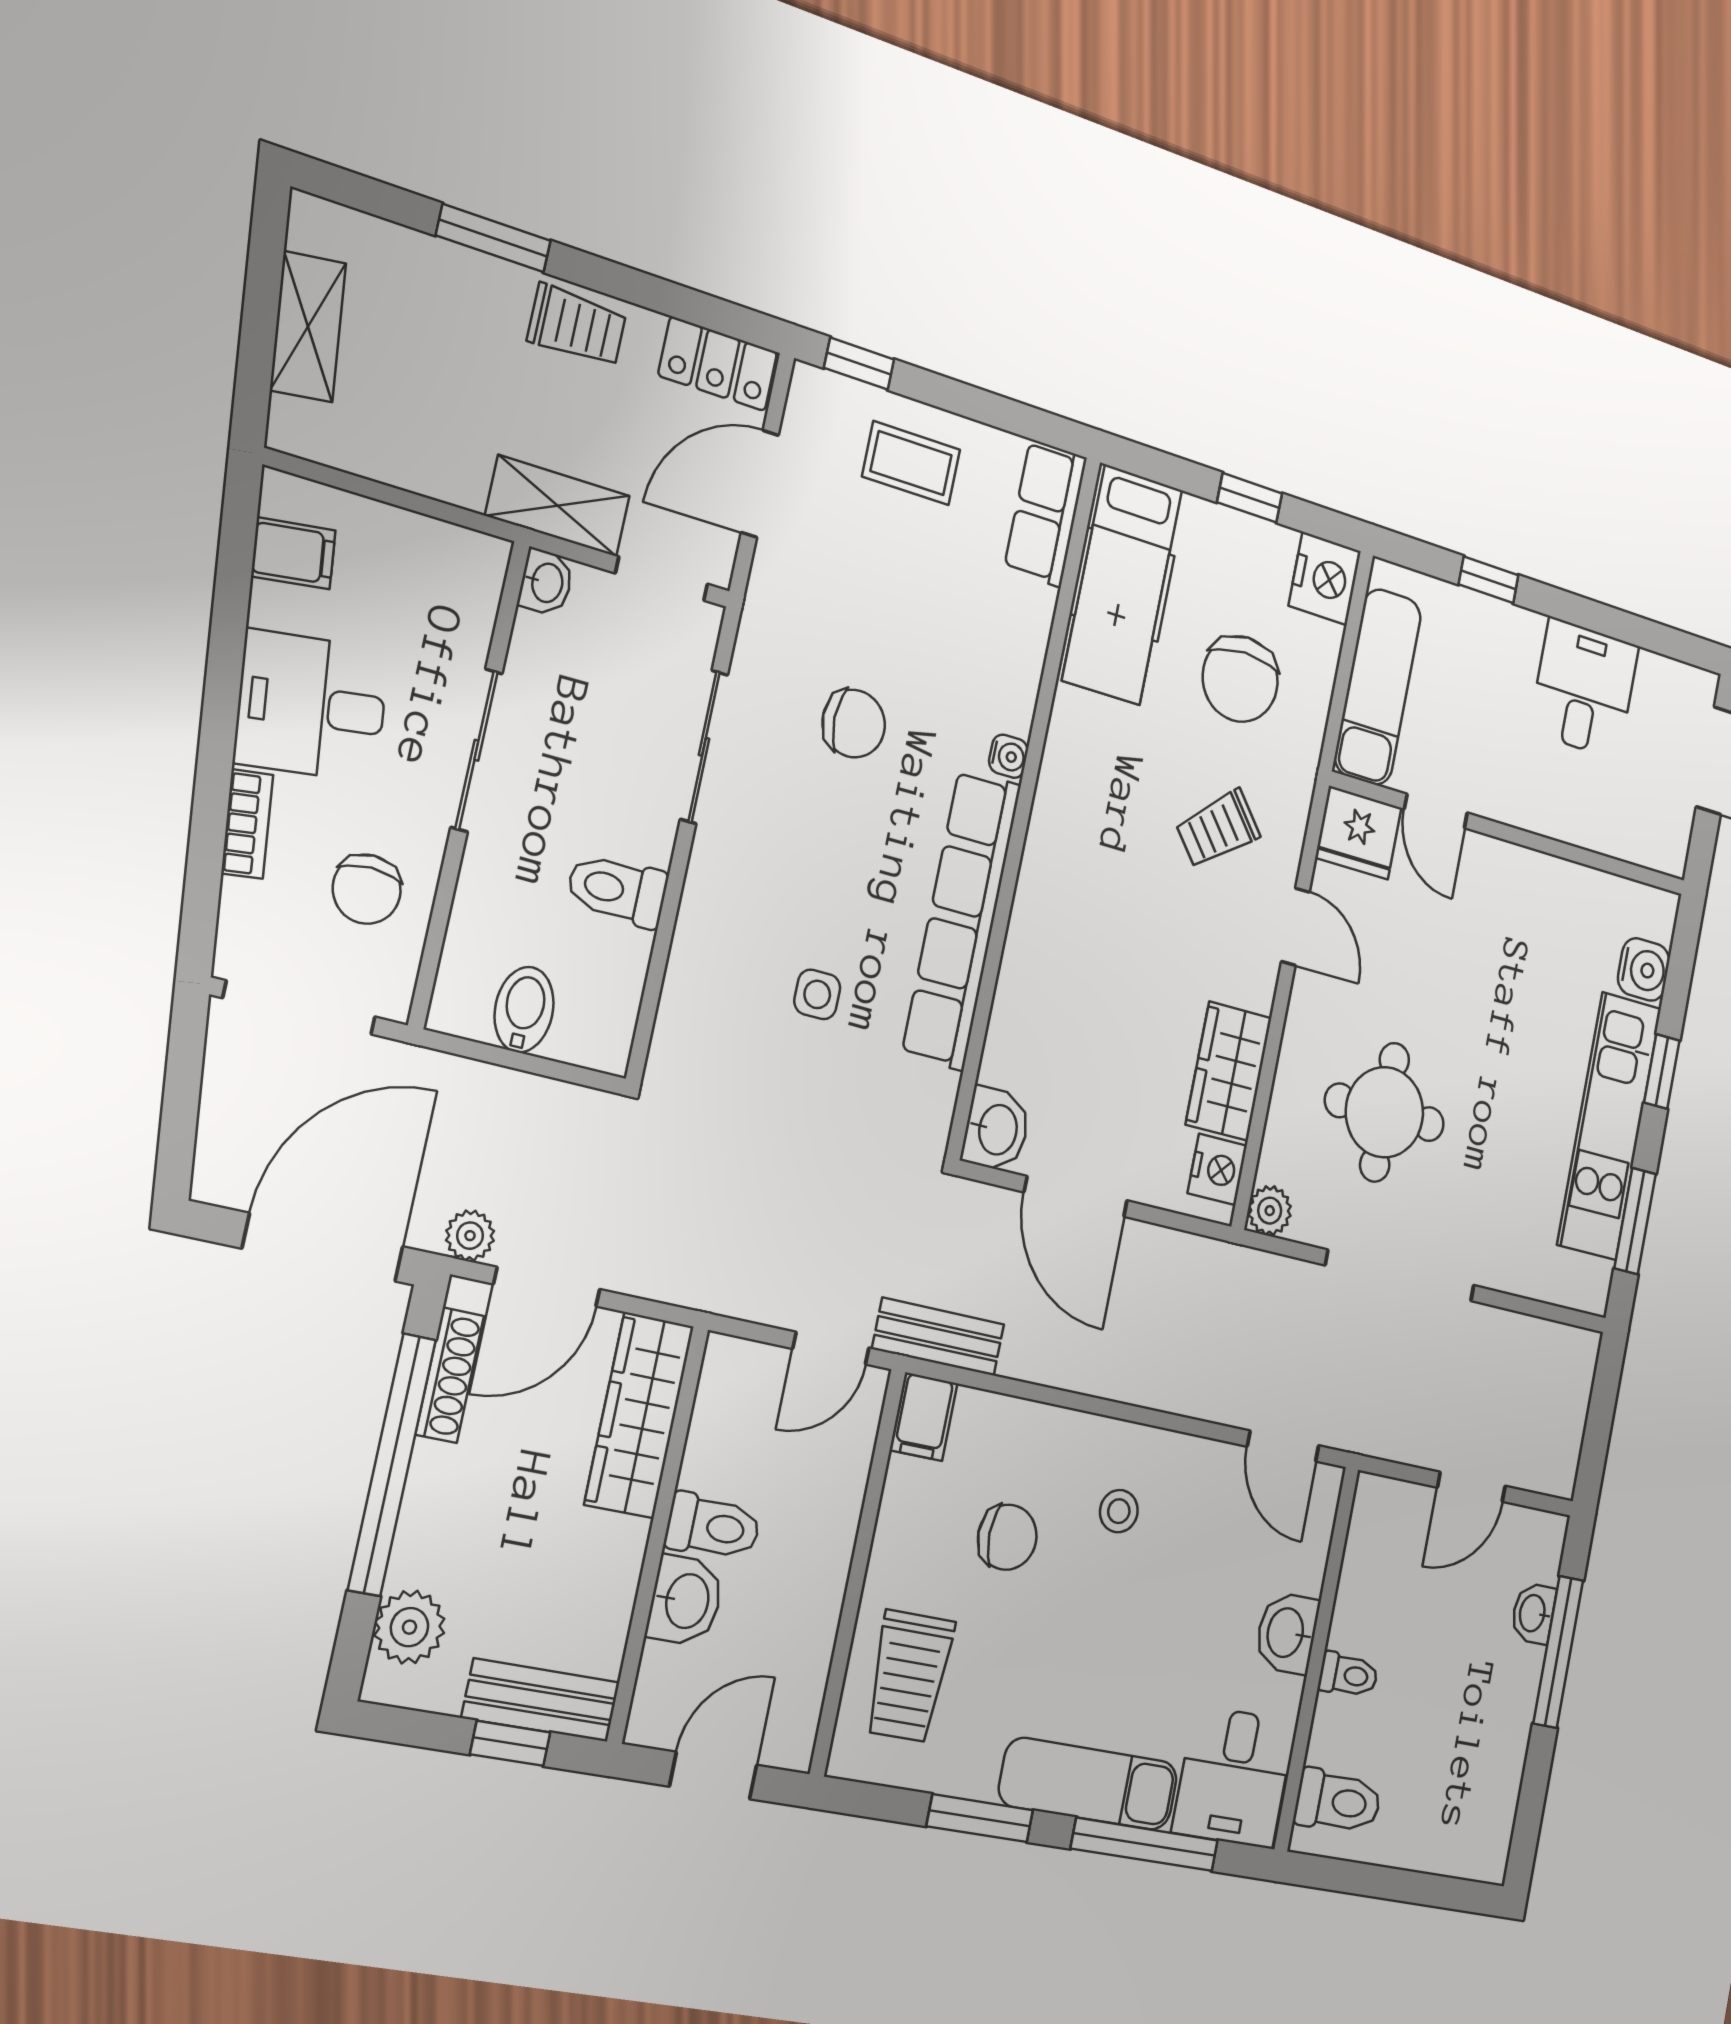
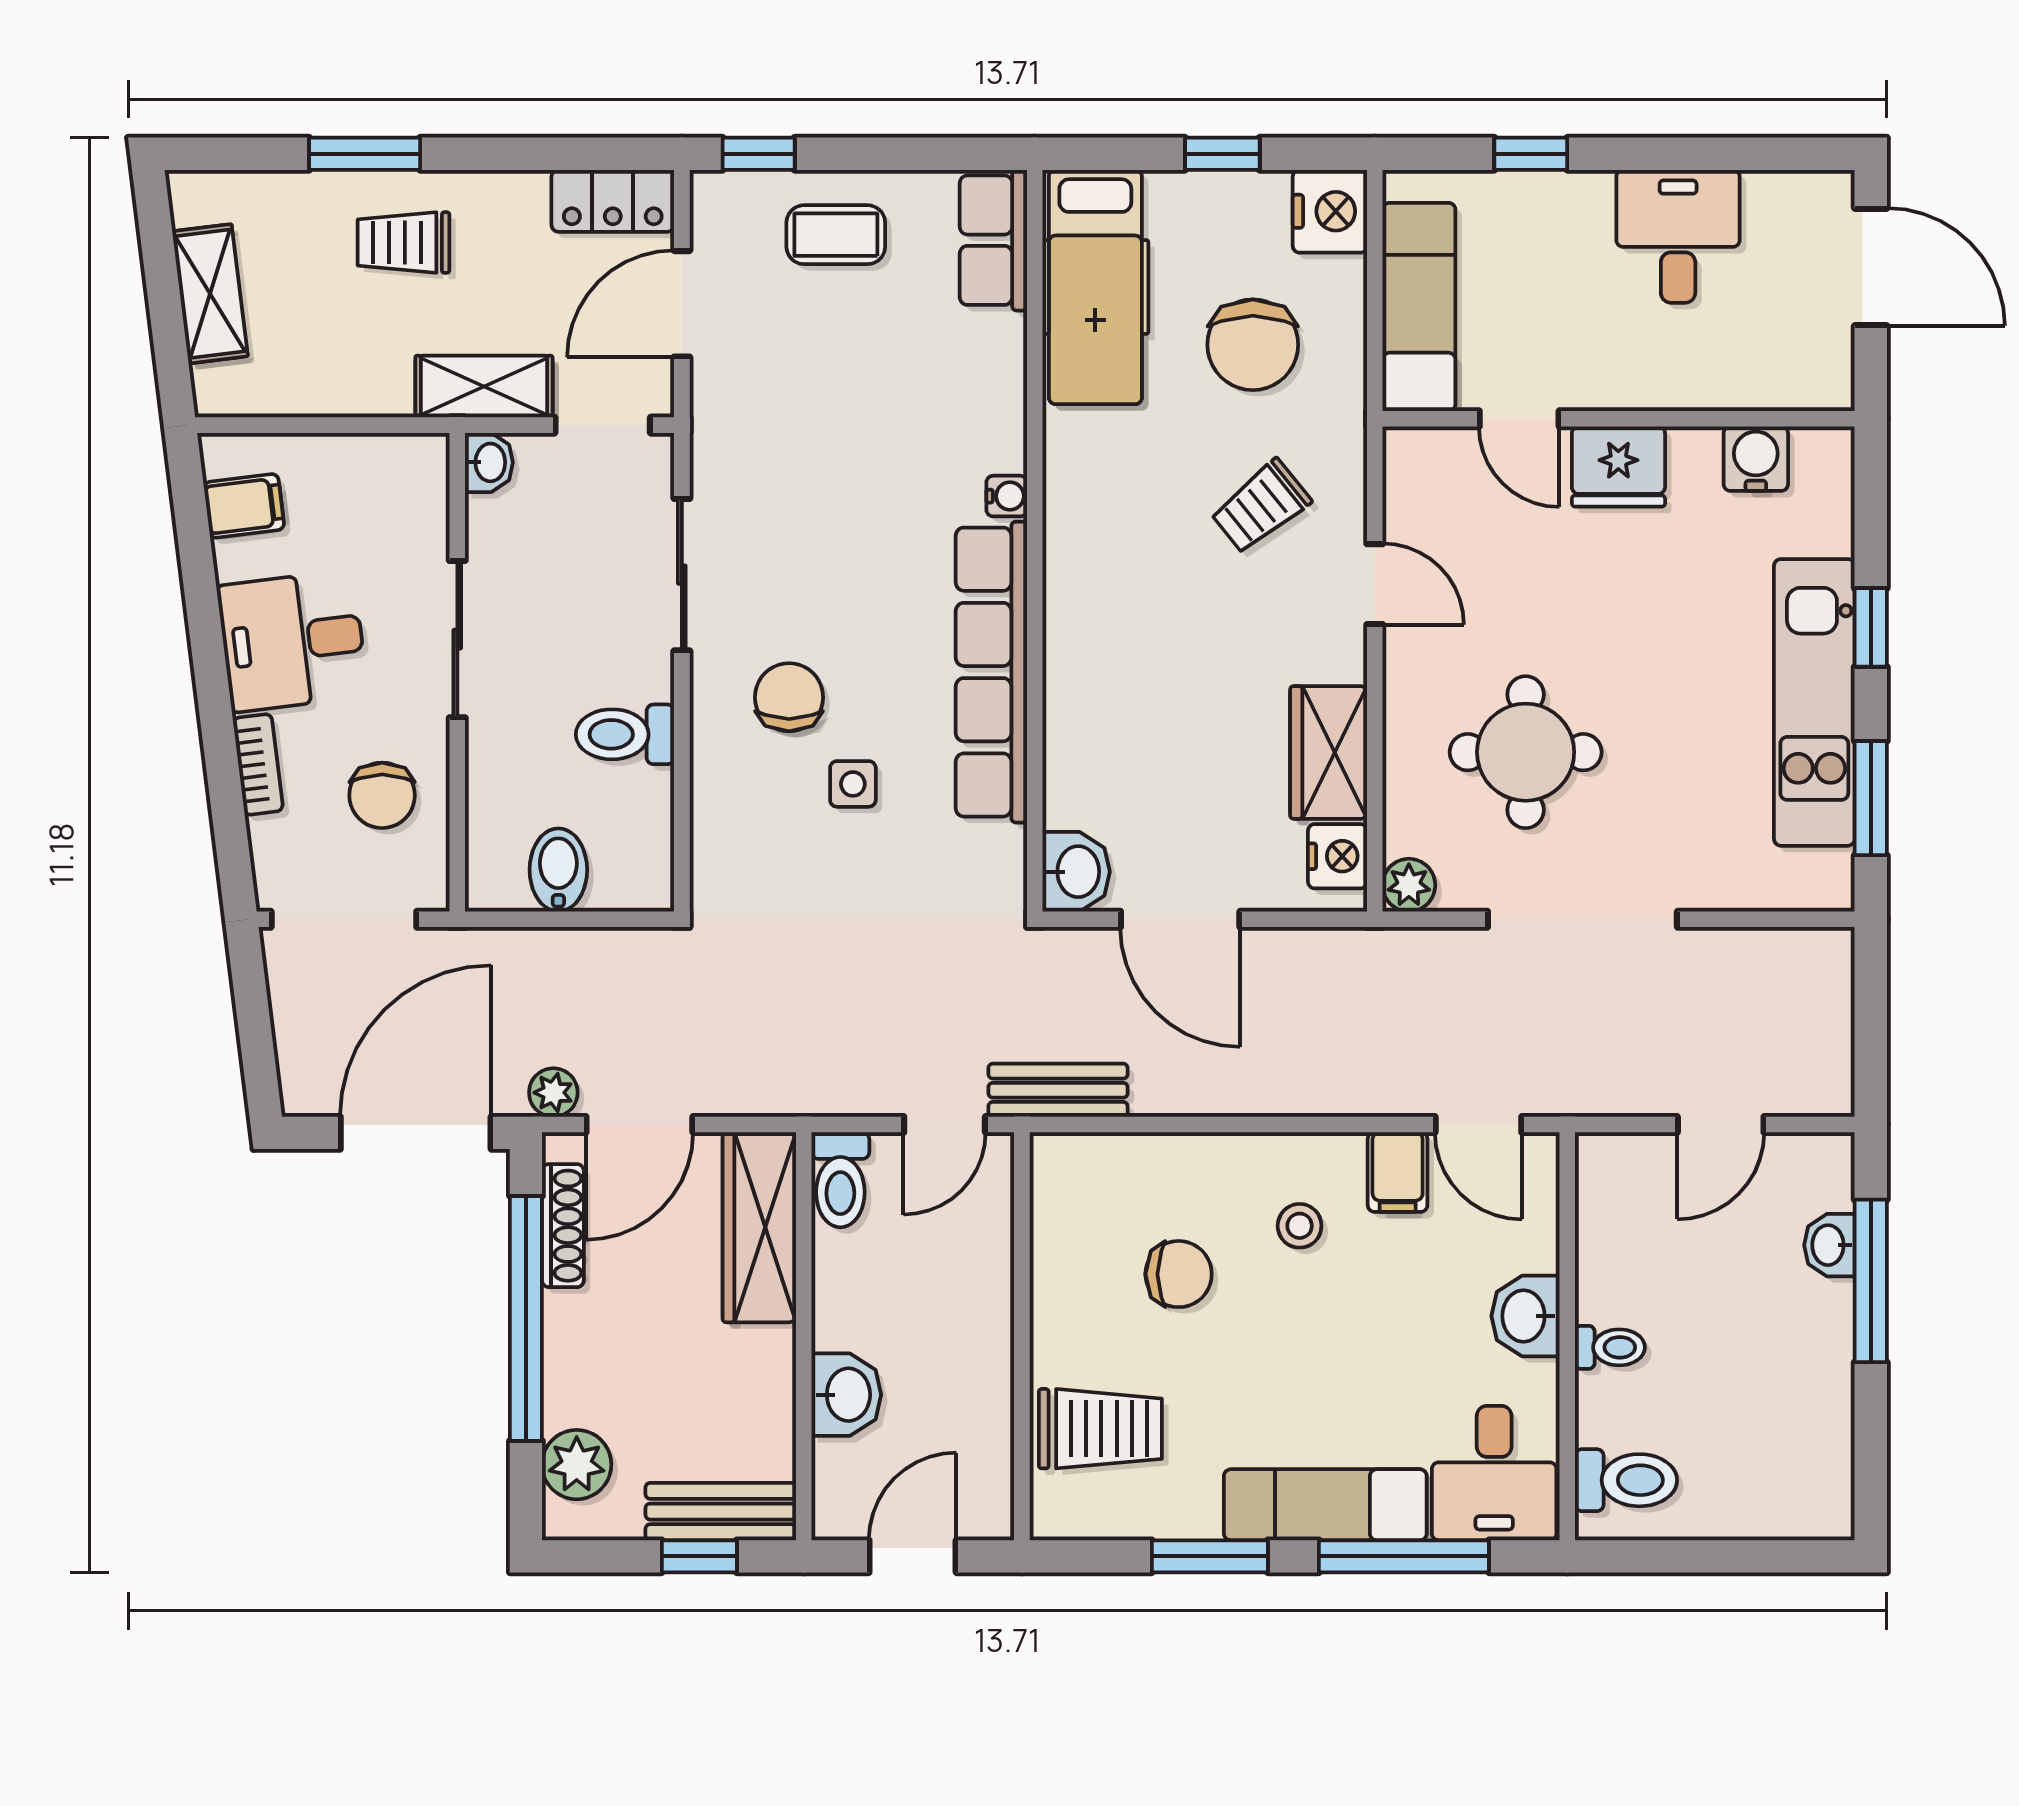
trolley: (577, 326) -> (404, 242), moved, turned 180
chair: (854, 724) -> (789, 697), moved, turned -90
fridge: (1358, 833) -> (1618, 467), moved
water cooler: (1644, 969) -> (1756, 459), moved, turned -90
filing cabinet: (924, 1417) -> (1398, 1172), moved
toilet: (713, 1527) -> (840, 1180), moved, turned 90
trolley: (909, 1676) -> (1100, 1429), turned -90

